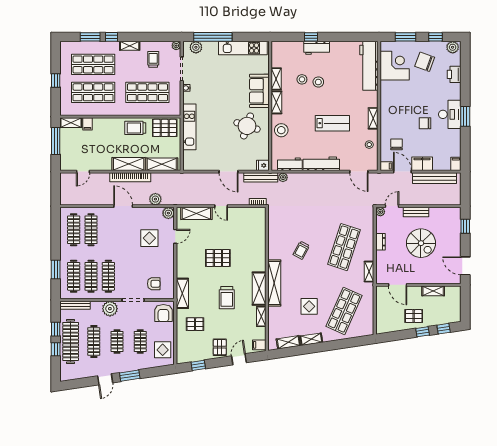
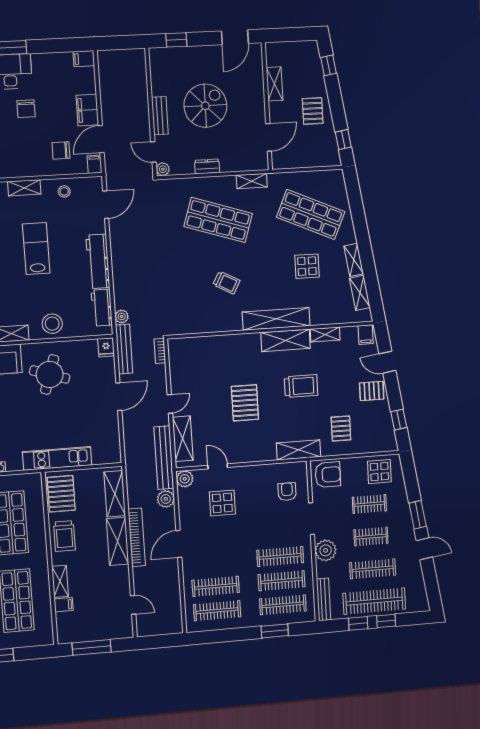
shelving: (71, 123) -> (60, 581), moved
bench: (435, 178) -> (164, 458), moved
window: (423, 332) -> (343, 140), moved

